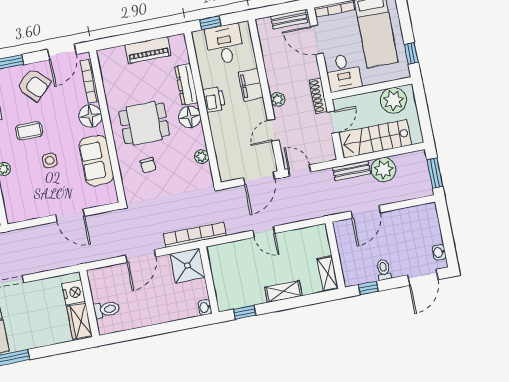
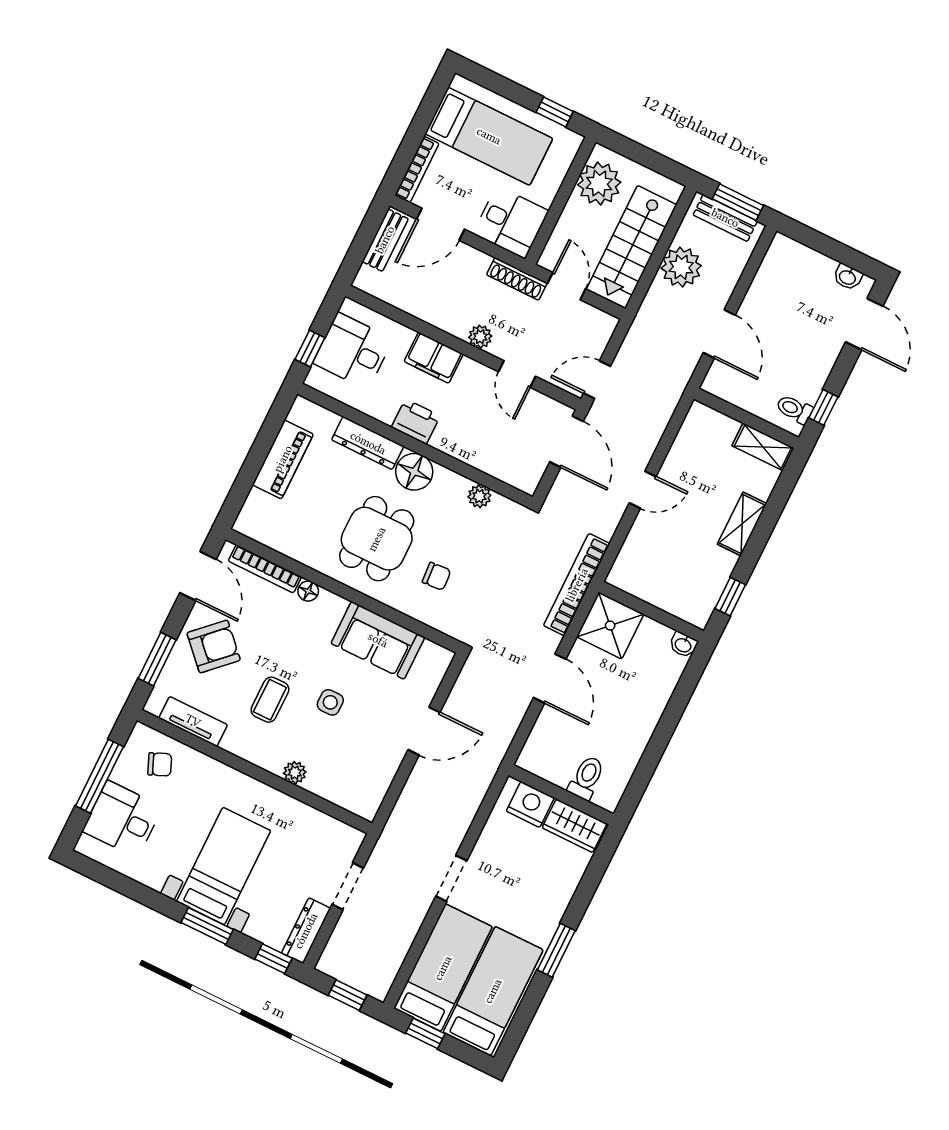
floor lamp: (90, 116) -> (308, 591), width x0.53, depth x0.53
bench: (352, 171) -> (725, 218), moved, turned 90
toilet: (384, 270) -> (794, 409), moved

